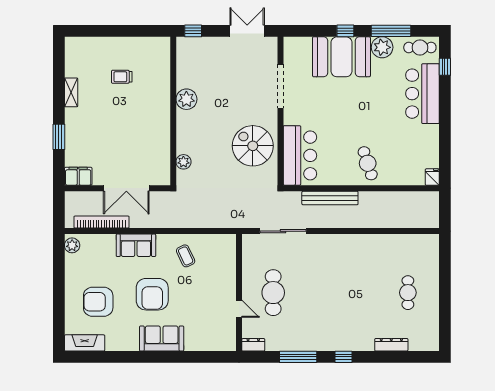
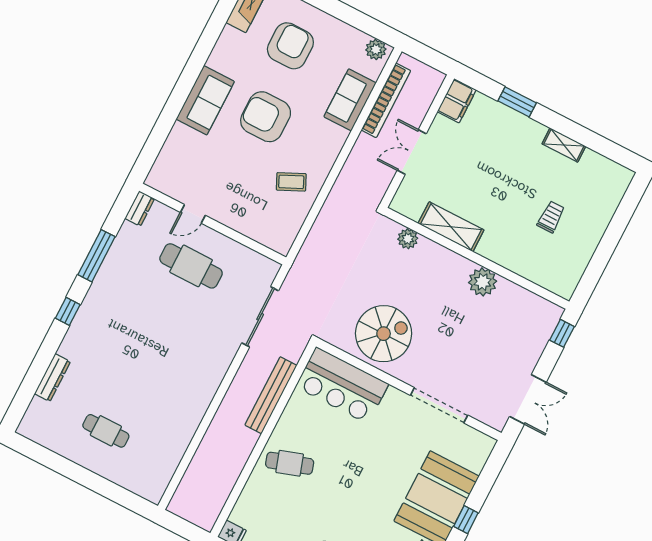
shelving: (161, 138) -> (451, 227), added
double door: (126, 188) -> (412, 152), width x0.73
sofa: (136, 245) -> (350, 100), moved

